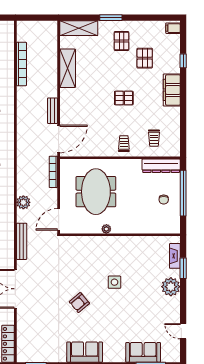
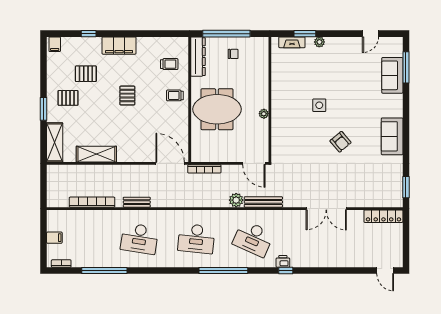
bench: (53, 111) -> (137, 202), moved
meeting table: (96, 192) -> (217, 109), moved
bench: (22, 241) -> (263, 202), moved
plant: (171, 287) -> (319, 42), width x0.53, depth x0.53

